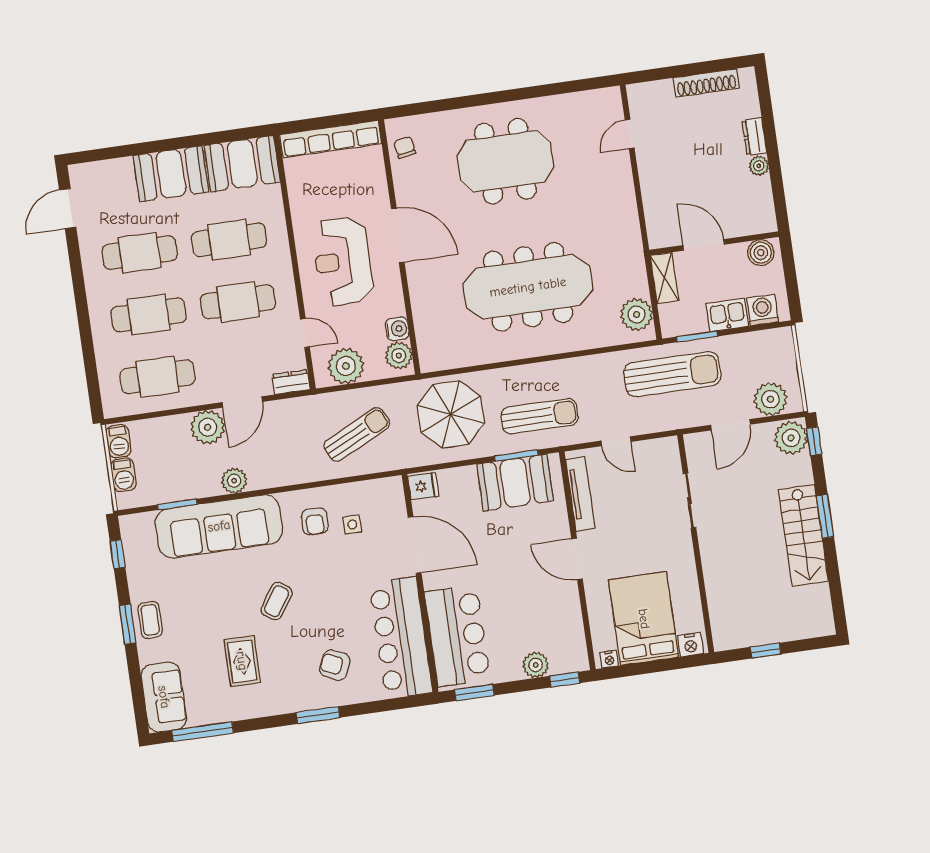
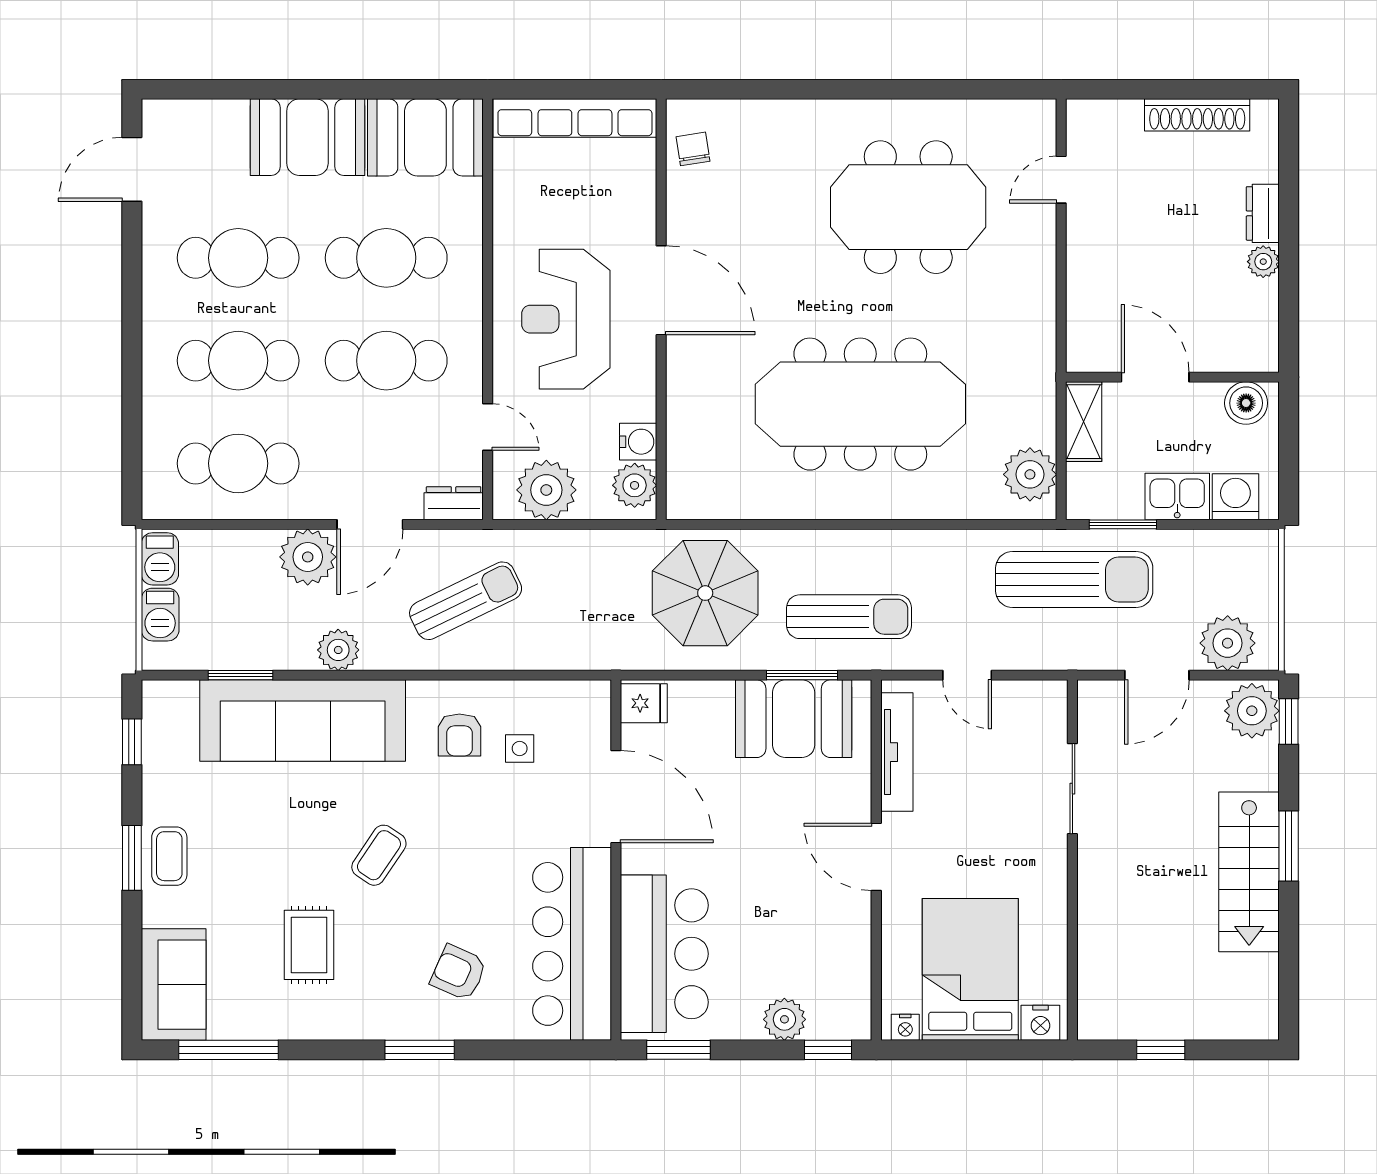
meeting table: (505, 161) -> (908, 207), moved
sun lounger: (357, 434) -> (466, 601), moved

